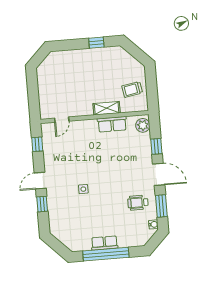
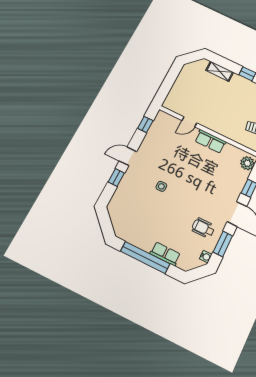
shelving: (107, 108) -> (220, 71), moved
door: (62, 120) -> (189, 122), moved
row of seats: (112, 124) -> (210, 141), moved
row of seats: (104, 243) -> (165, 254), moved

